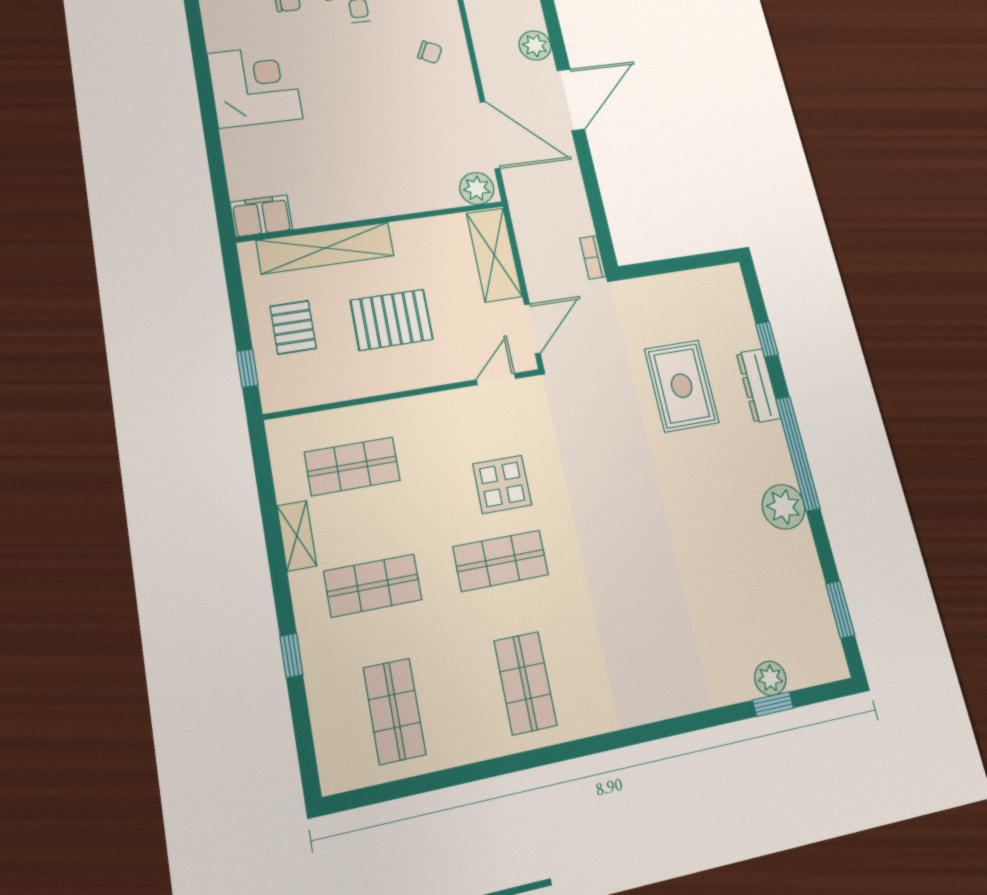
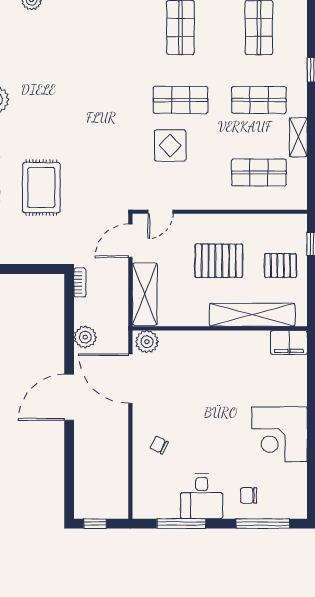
plant: (535, 45) -> (85, 337), moved
pallet: (293, 327) -> (280, 266), turned 90

